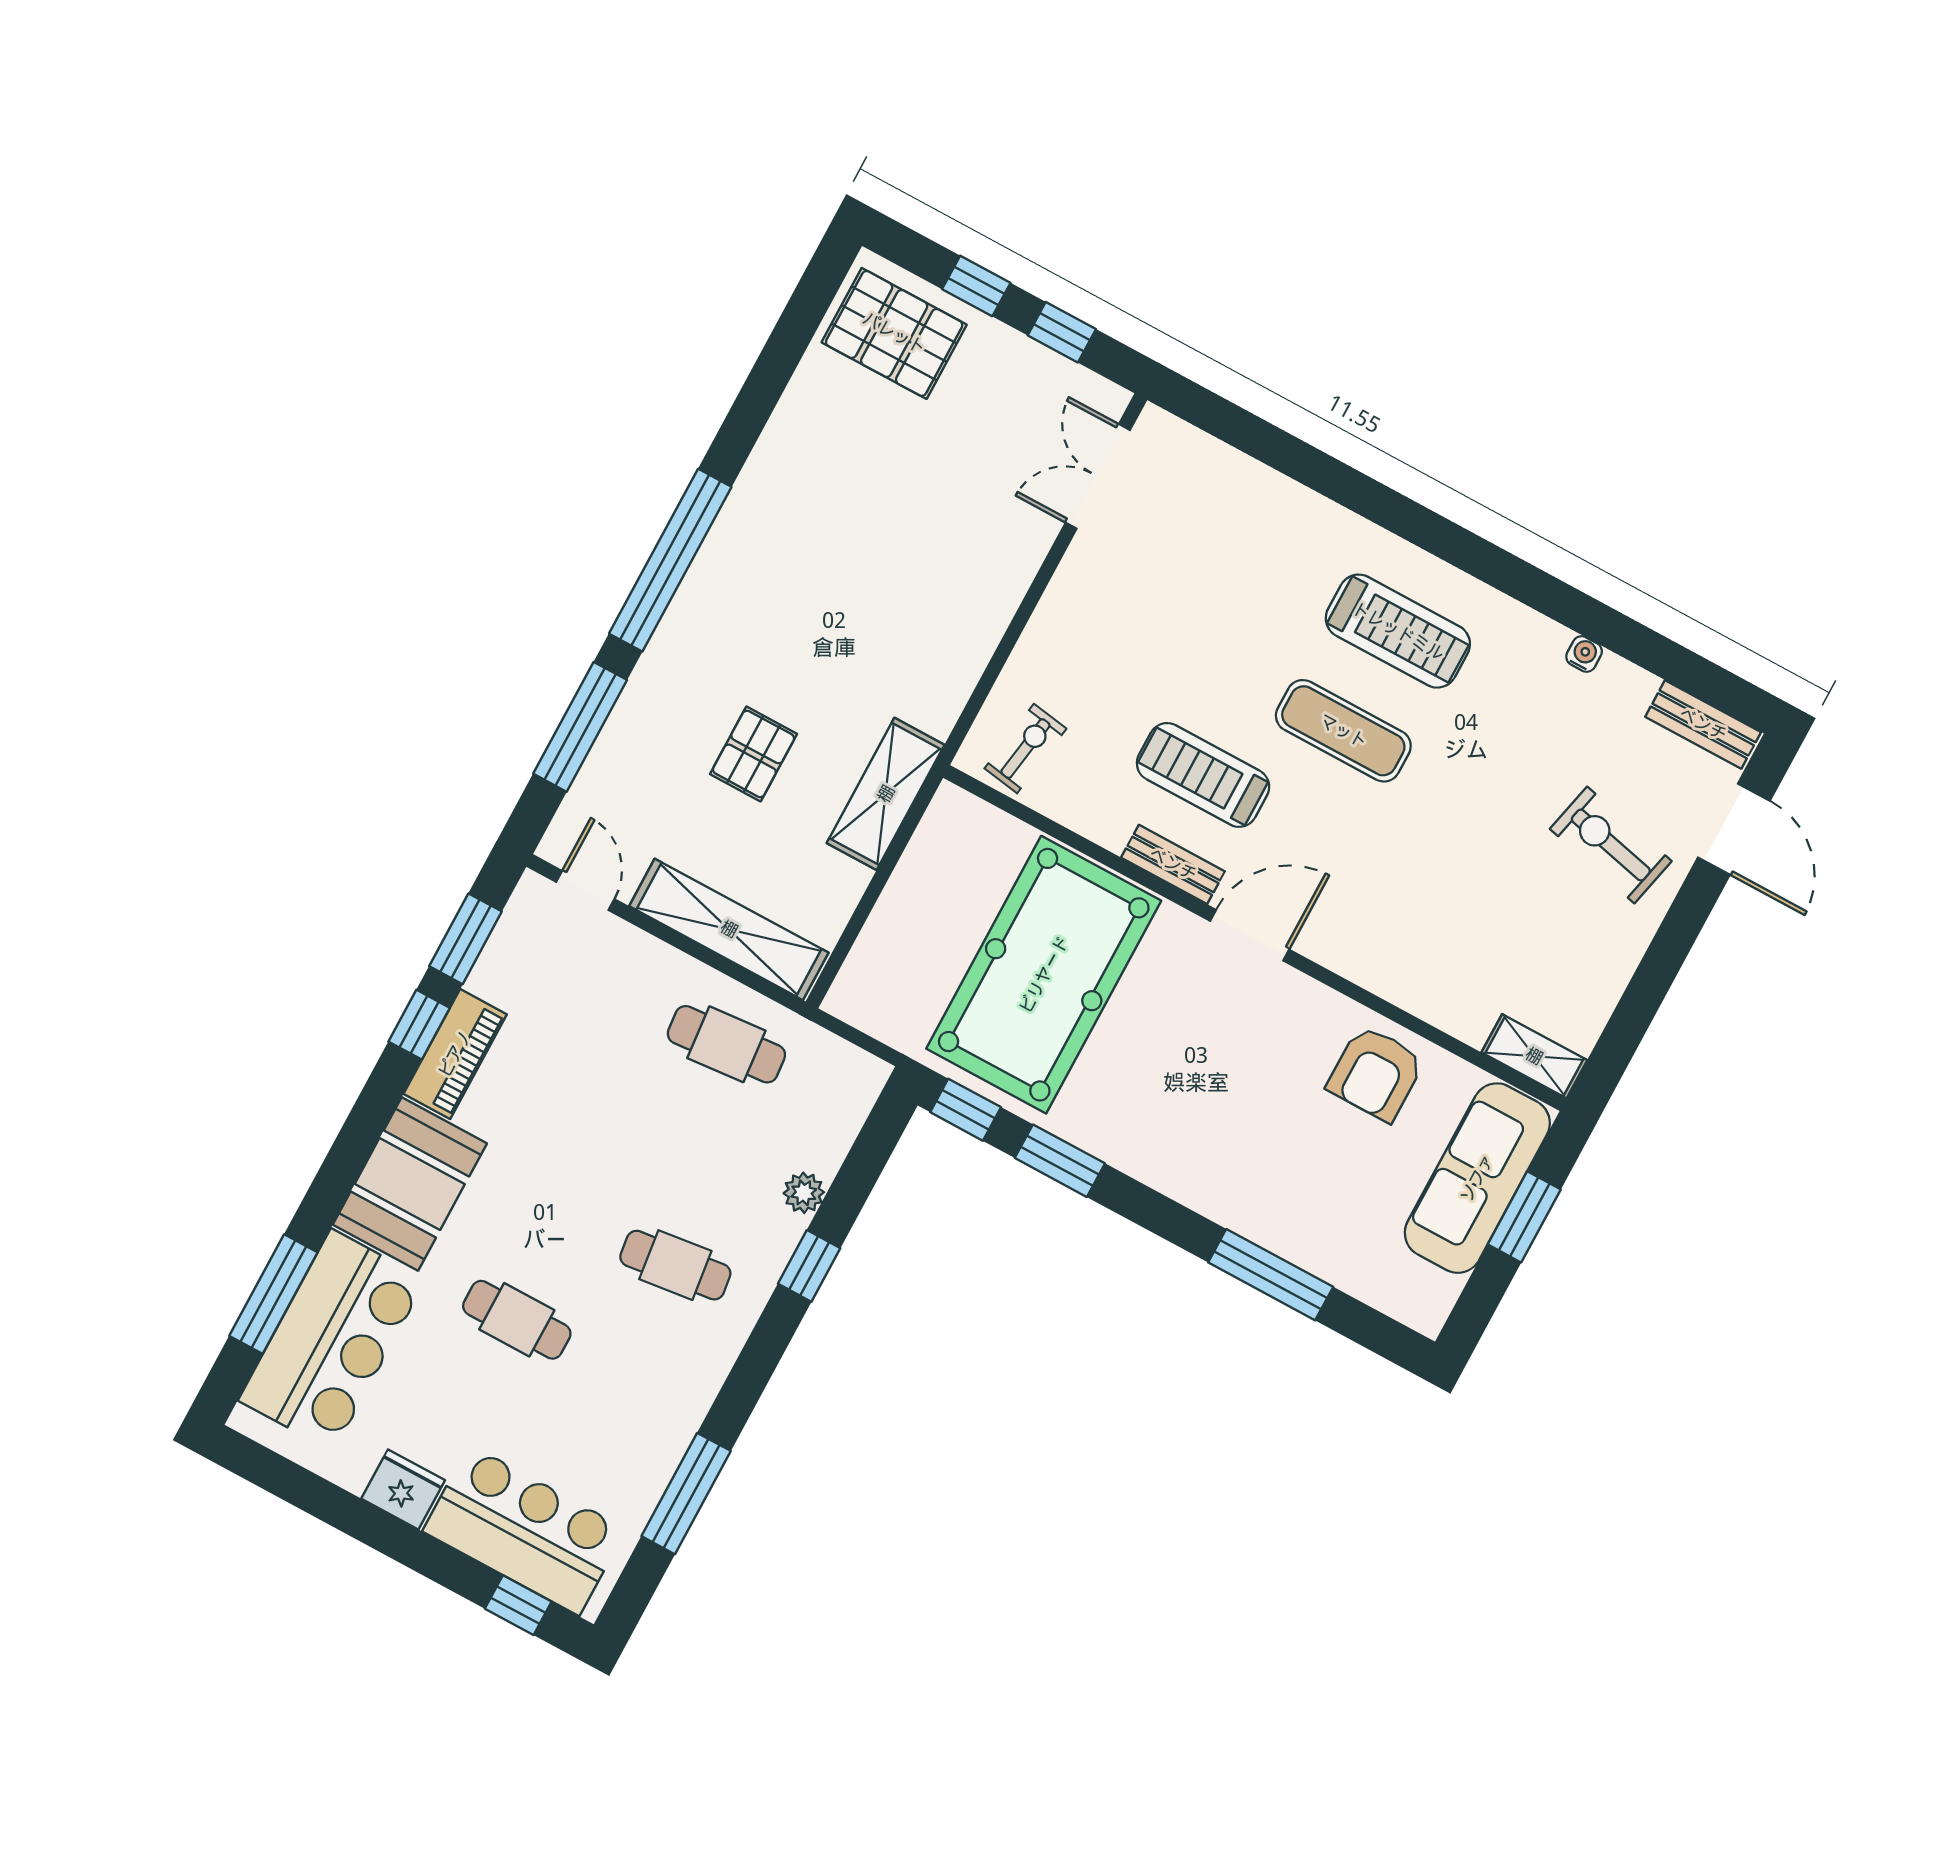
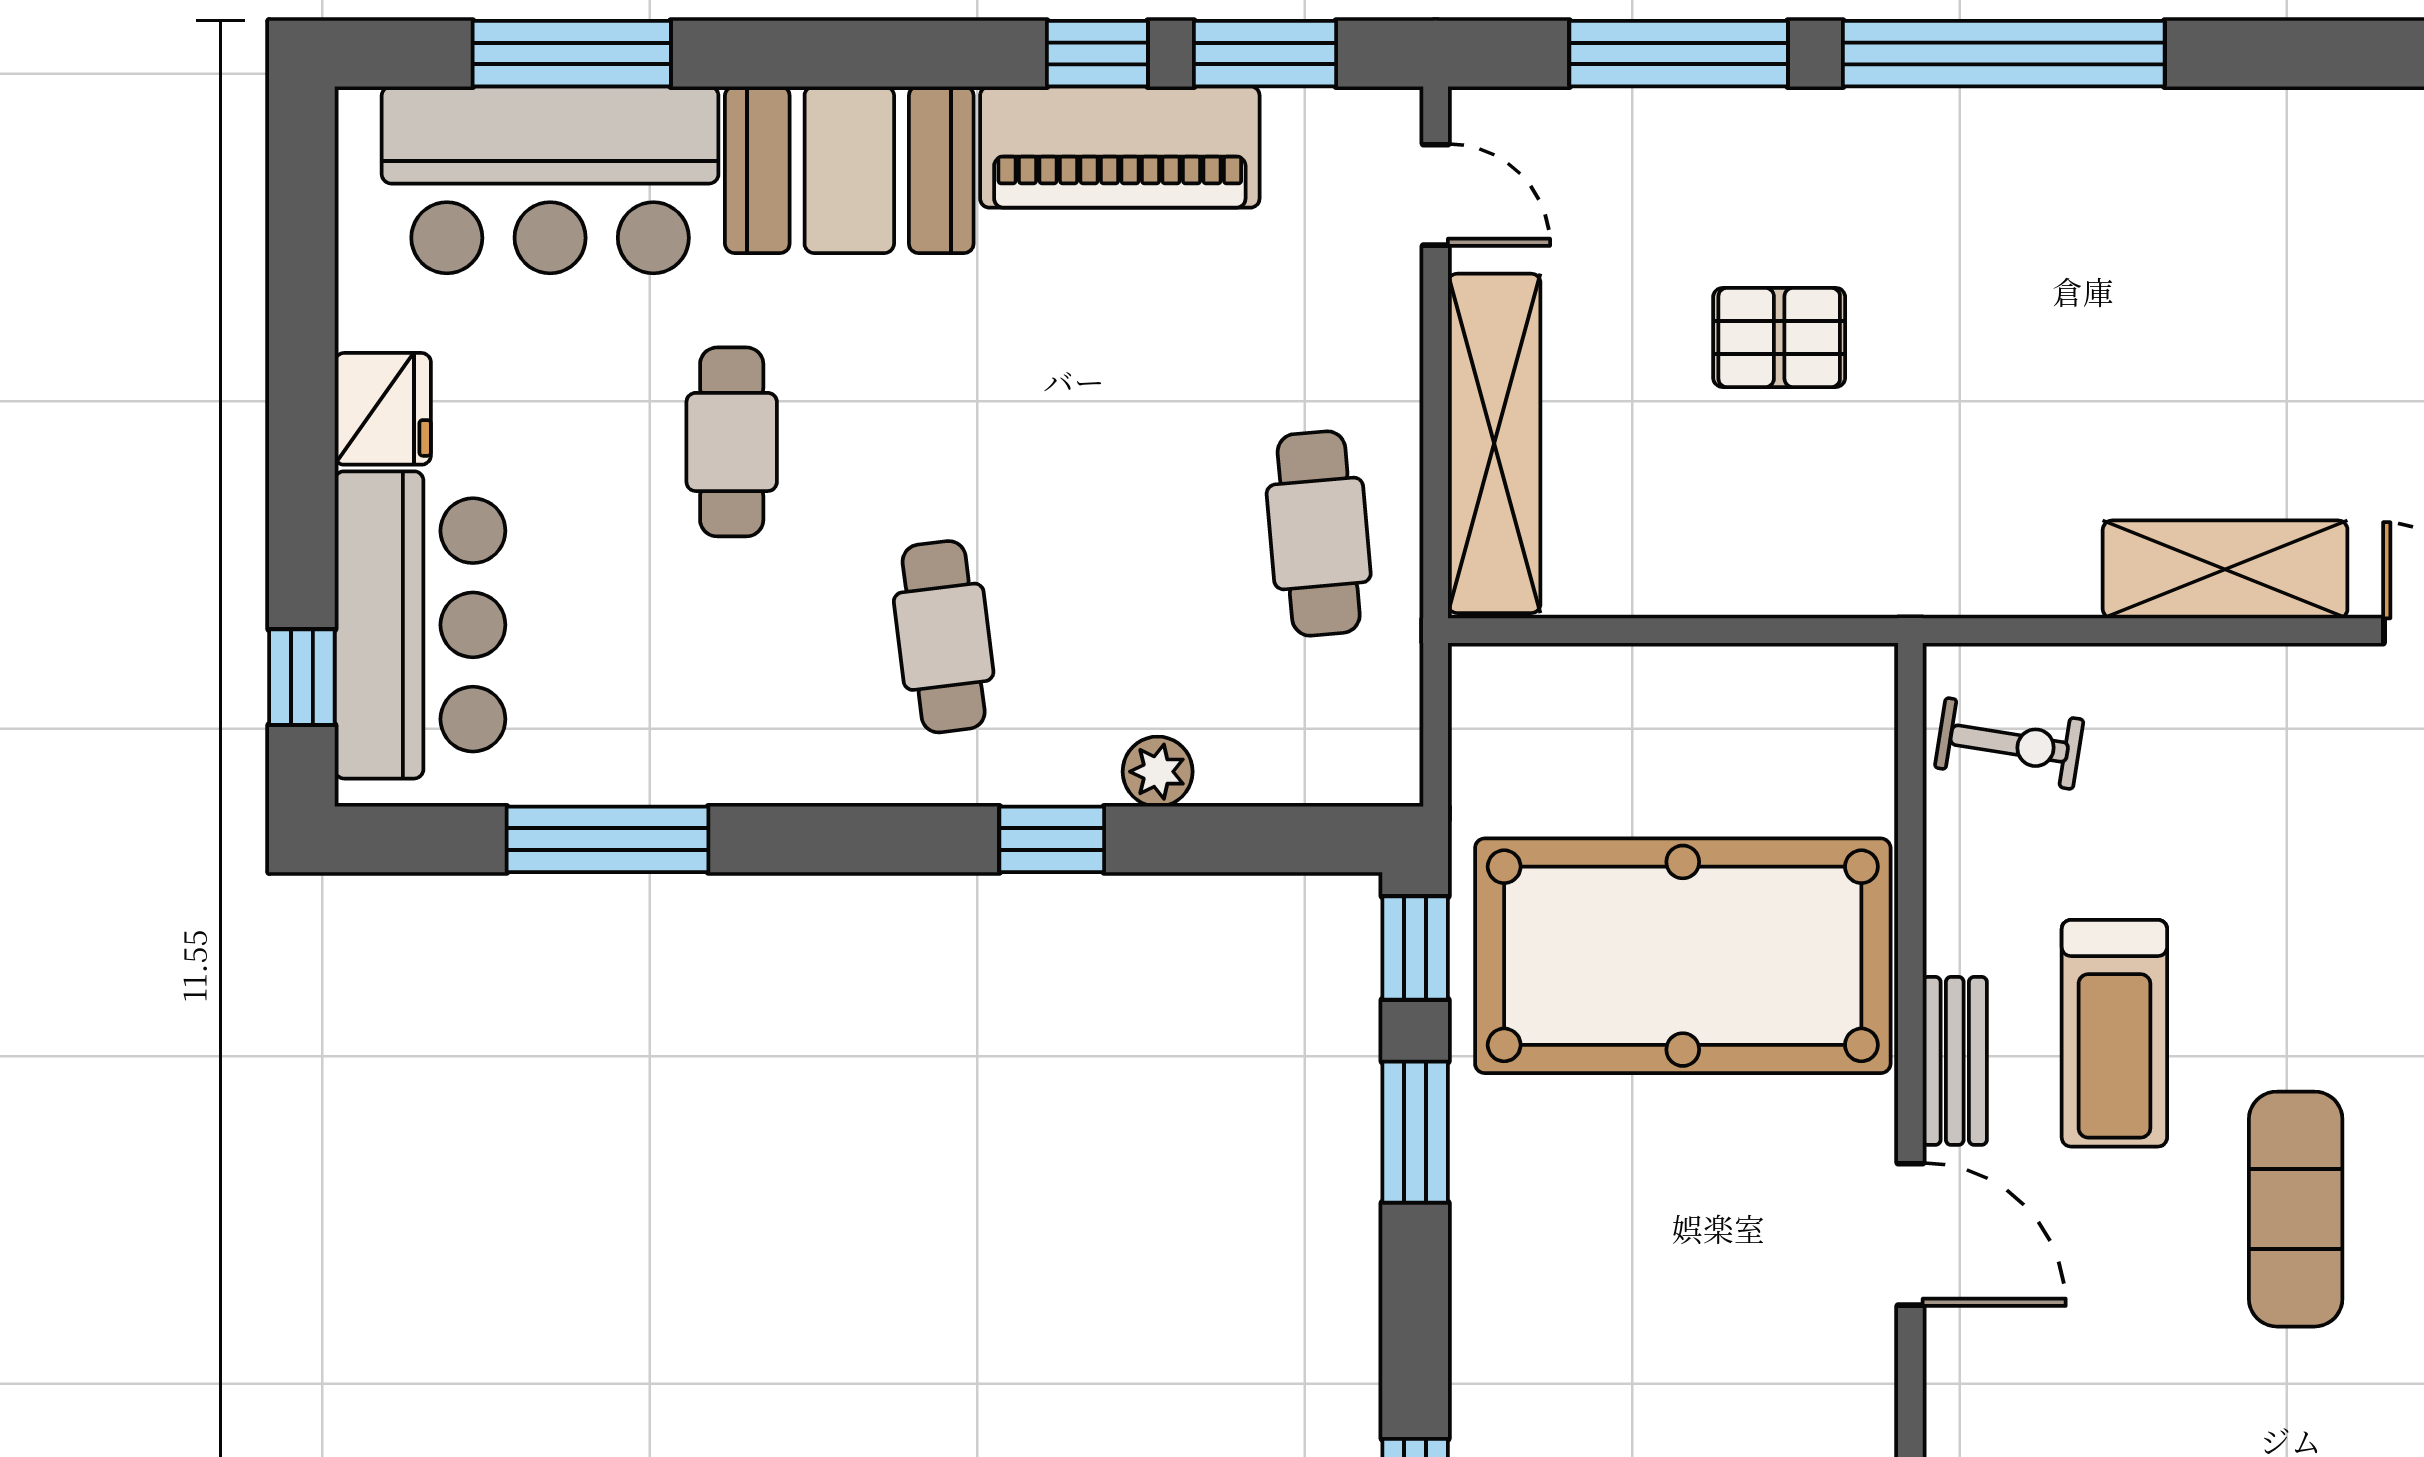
treadmill: (1203, 775) -> (2114, 1033), turned 180
shelving: (886, 794) -> (2225, 569), moved
door: (585, 890) -> (1436, 195), hinge flipped
piano: (455, 1054) -> (1120, 147), width x1.37, depth x1.33

